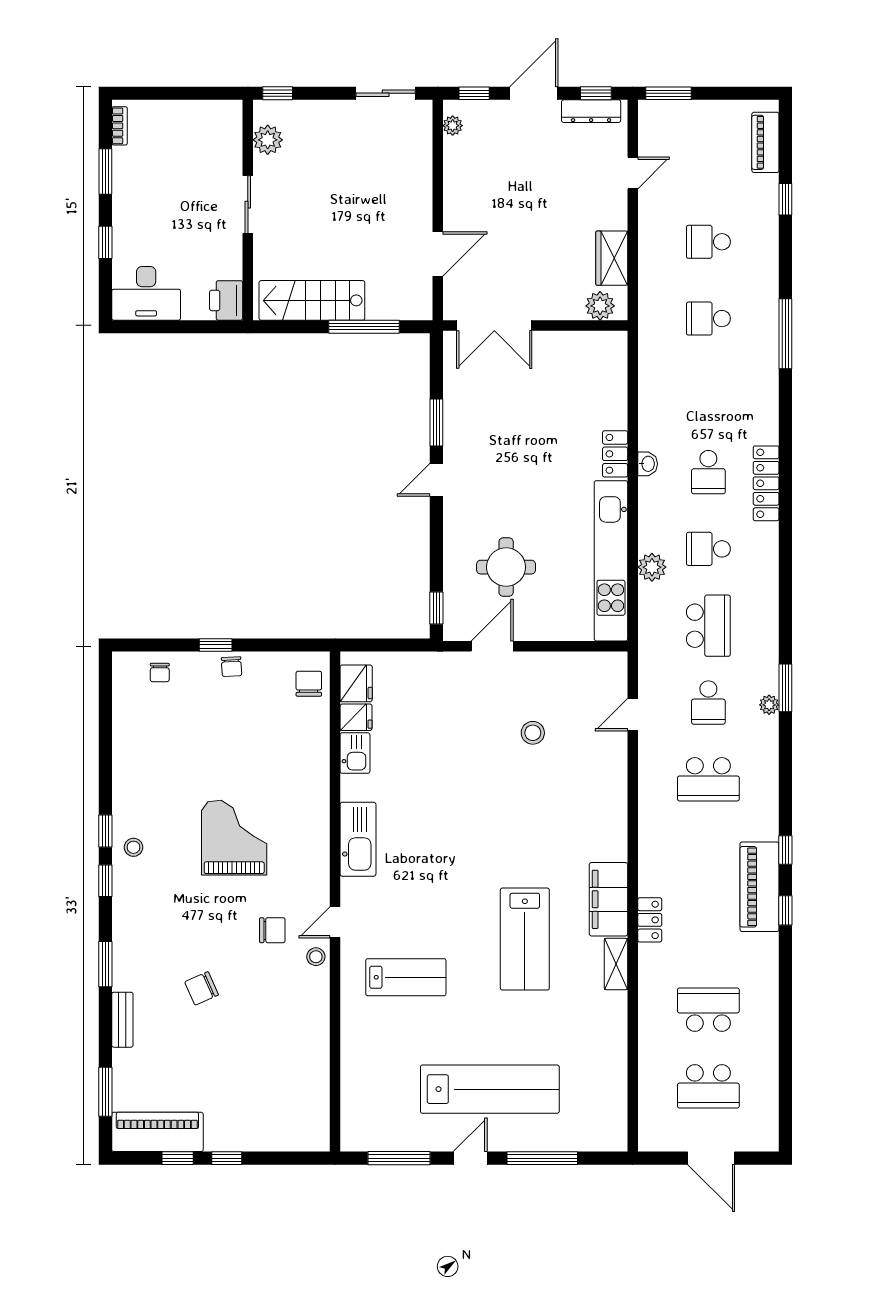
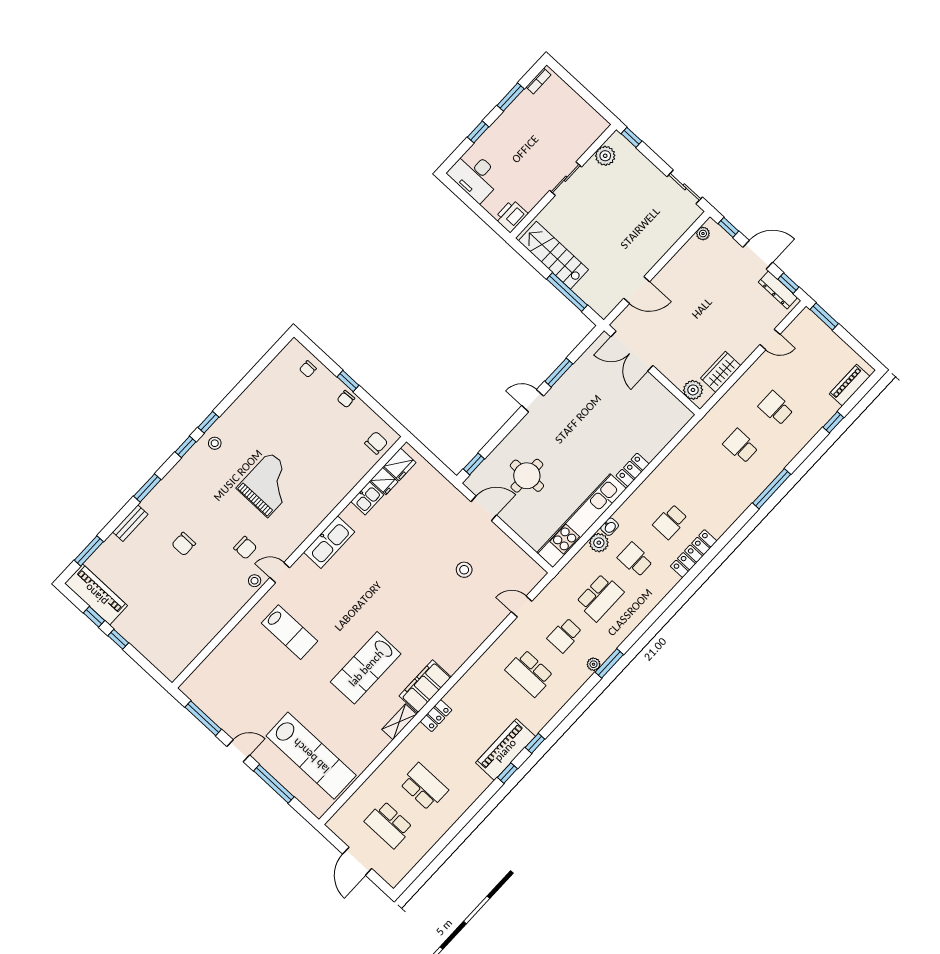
washbasin: (648, 464) -> (610, 527), moved
chair: (202, 988) -> (184, 544), turned -66
lab bench: (490, 1089) -> (311, 756), moved

